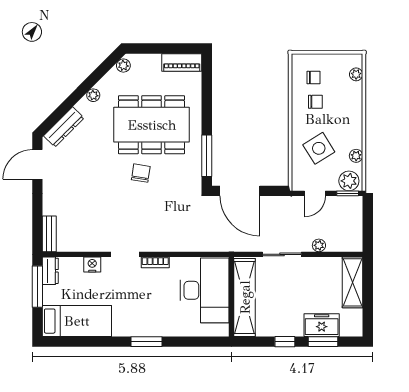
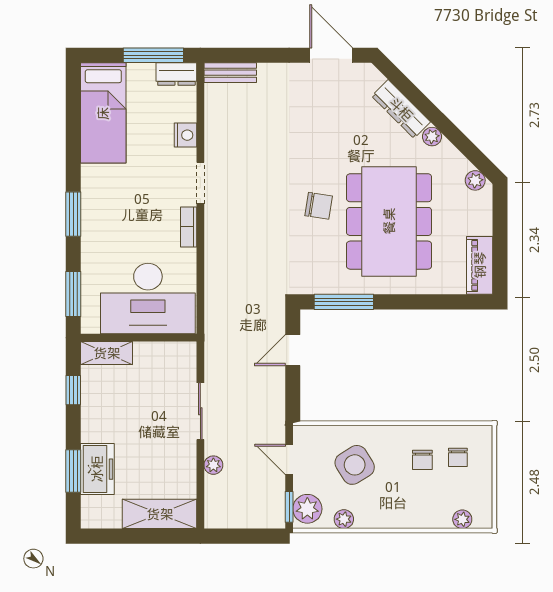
dresser: (64, 127) -> (401, 109), moved
door: (240, 191) -> (293, 350), width x0.53
shelving: (245, 297) -> (107, 353), width x0.45, depth x0.75
window: (201, 342) -> (73, 294), added
window: (285, 342) -> (73, 390), moved

